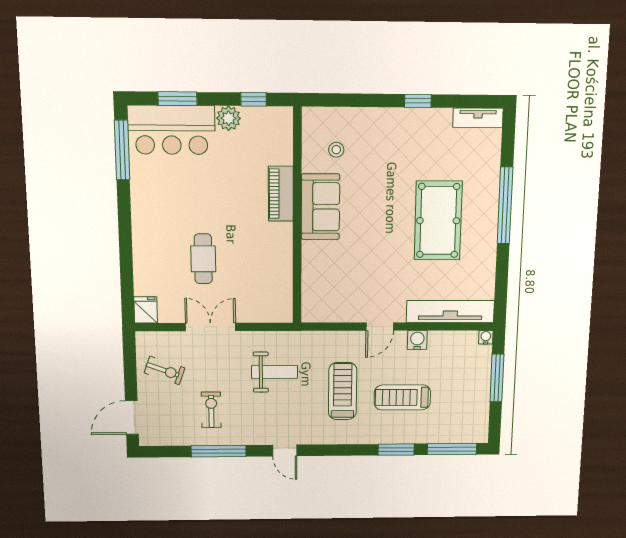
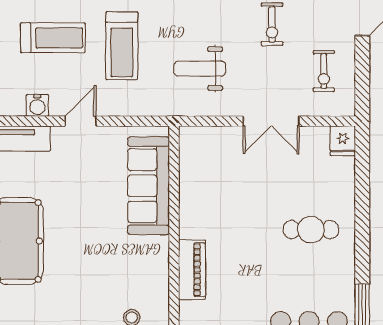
sofa: (320, 207) -> (149, 186), moved, width x1.36
cafe table: (203, 259) -> (311, 230), moved, turned 90
exercise bike: (164, 370) -> (324, 71), turned -110

